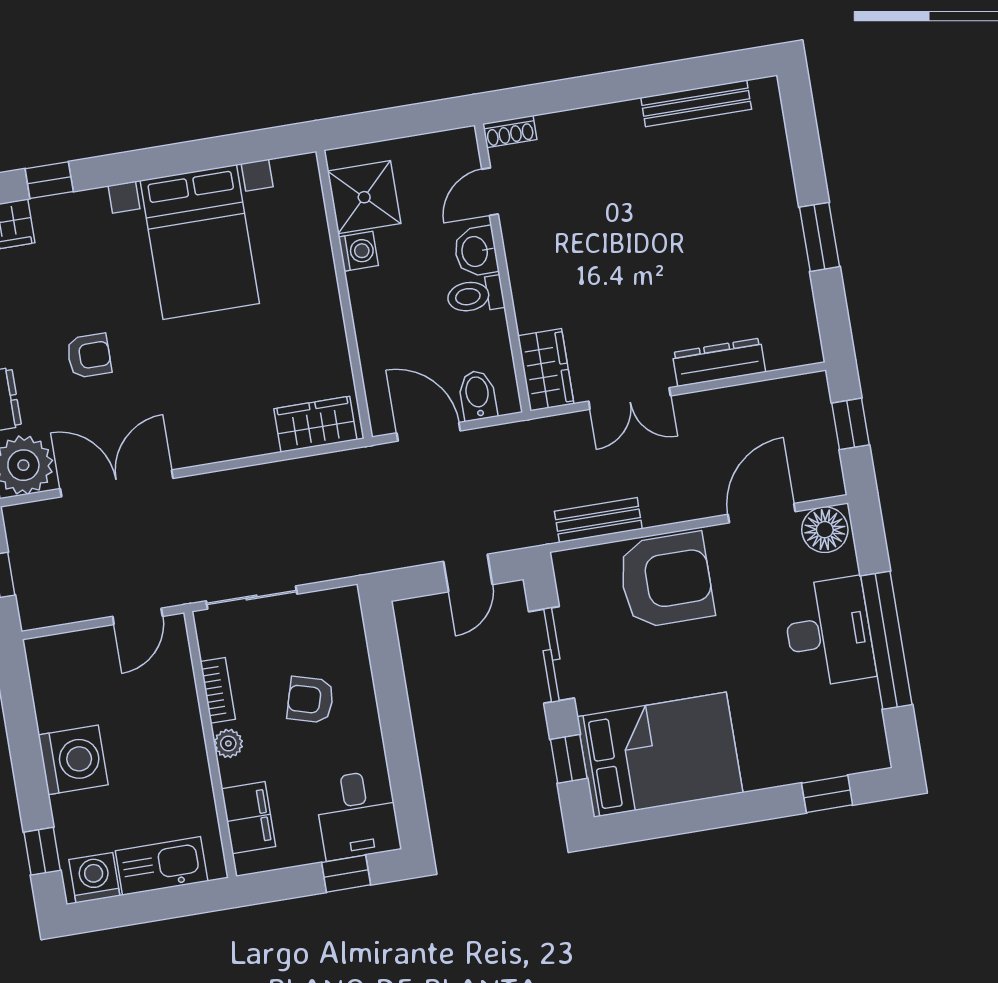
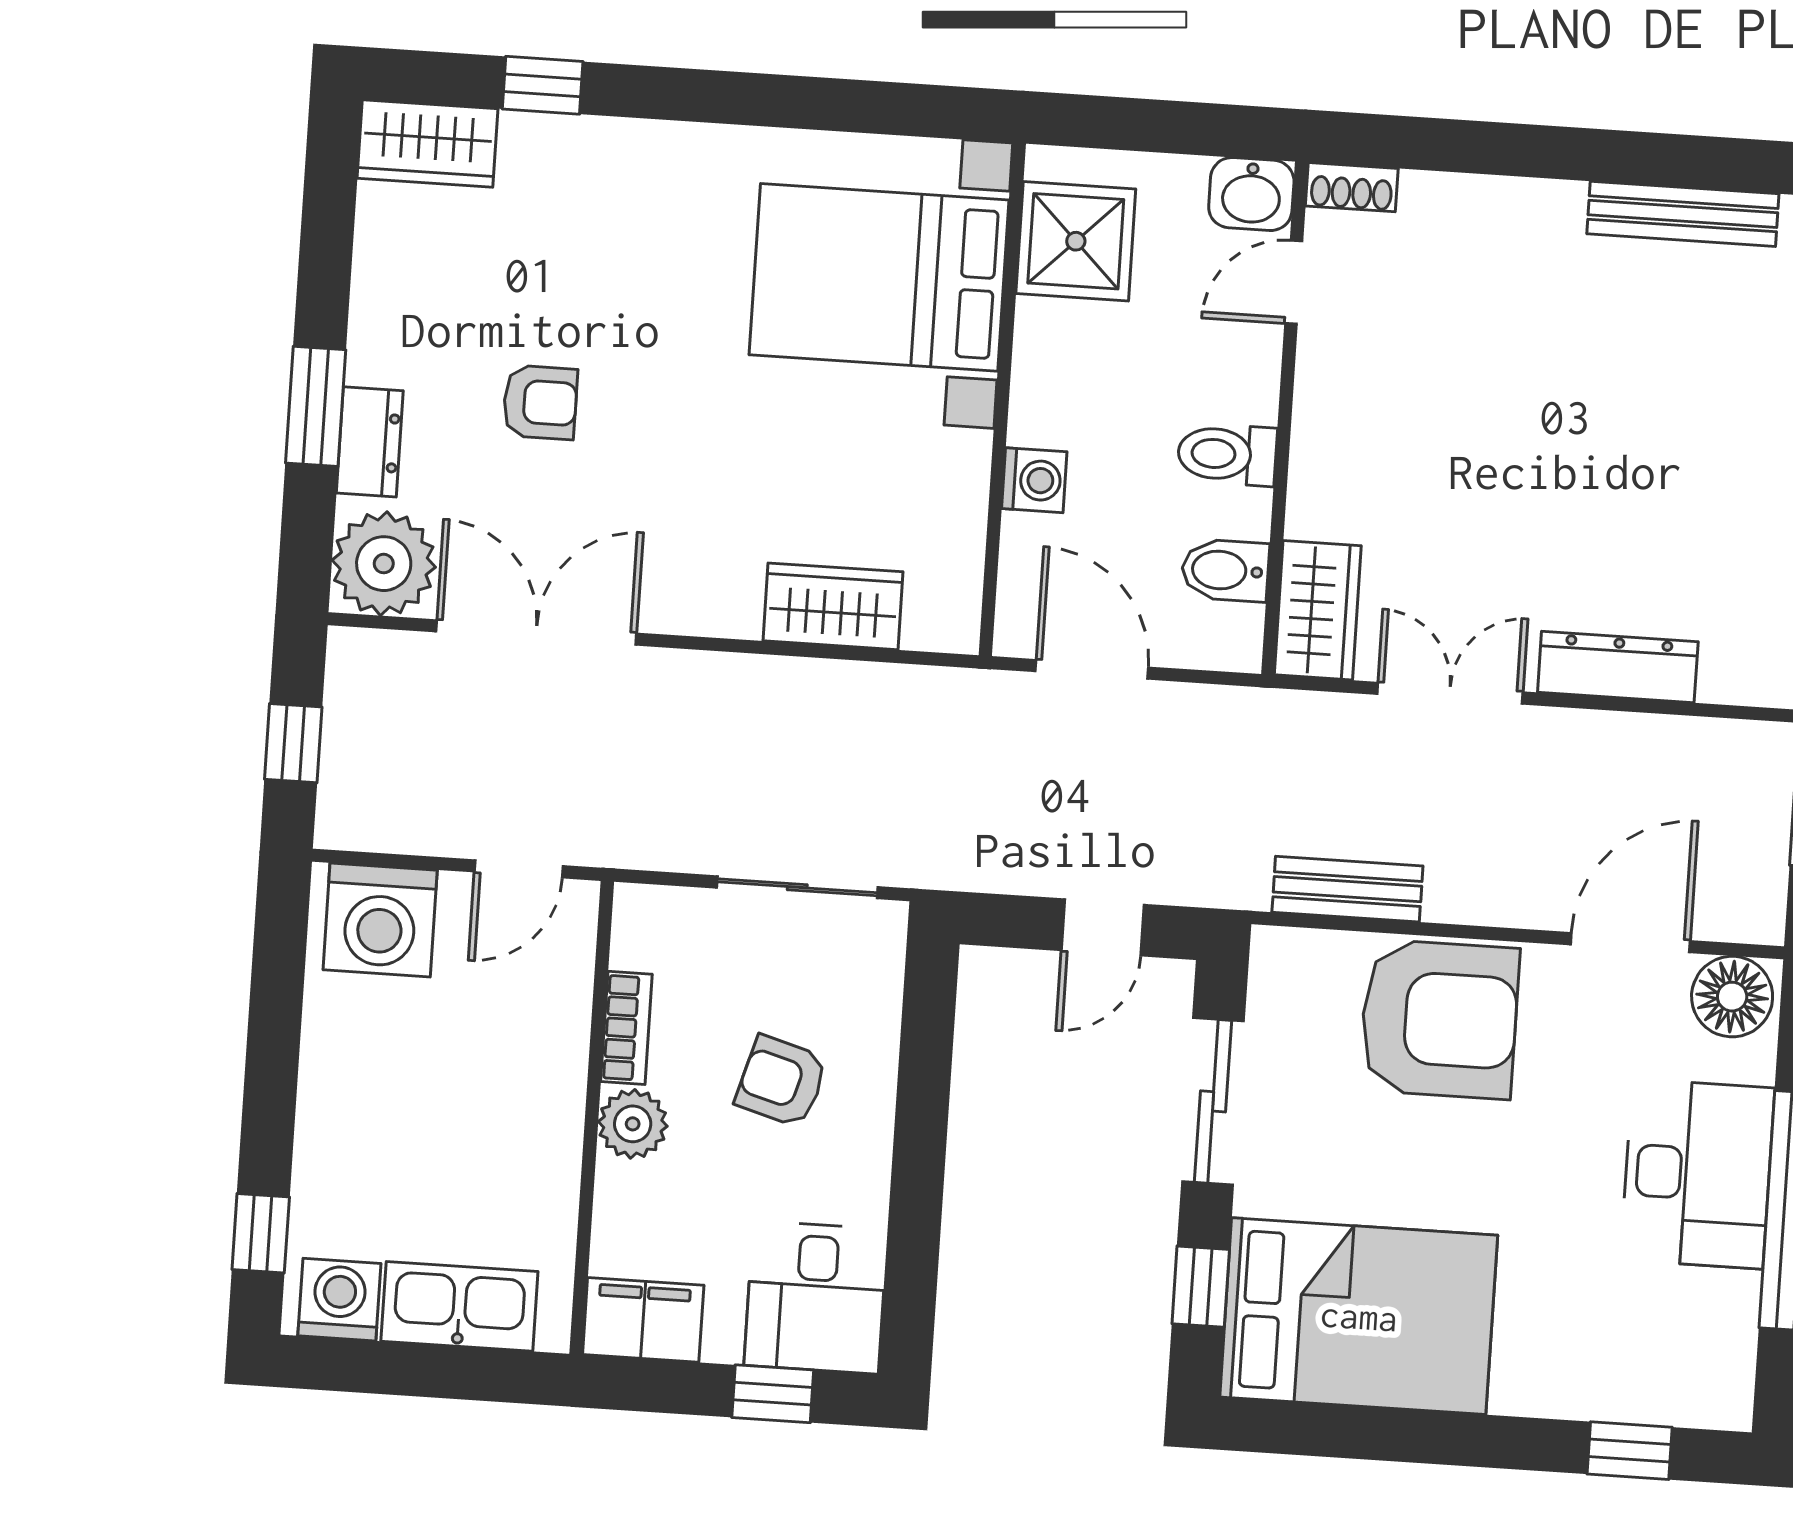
bed with nightstands: (200, 242) -> (879, 277), moved, turned 90
washing machine: (358, 251) -> (1034, 480), moved
washbasin: (476, 251) -> (1251, 194), moved, turned -90
bidet: (478, 395) -> (1225, 570), moved, turned -90
double door: (630, 399) -> (1450, 693), swing flipped
wardrobe: (315, 424) -> (833, 606), moved
sliding door: (252, 597) -> (797, 887), moved
plant: (228, 743) -> (633, 1124), width x1.38, depth x1.38
washing machine: (73, 760) -> (380, 920), moved, turned 90
filing cabinet: (248, 818) -> (643, 1320), moved, turned -90

